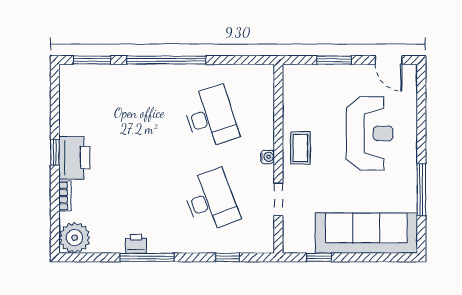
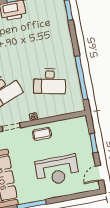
window: (166, 60) -> (81, 78), moved
desk: (211, 117) -> (50, 81), turned 30

